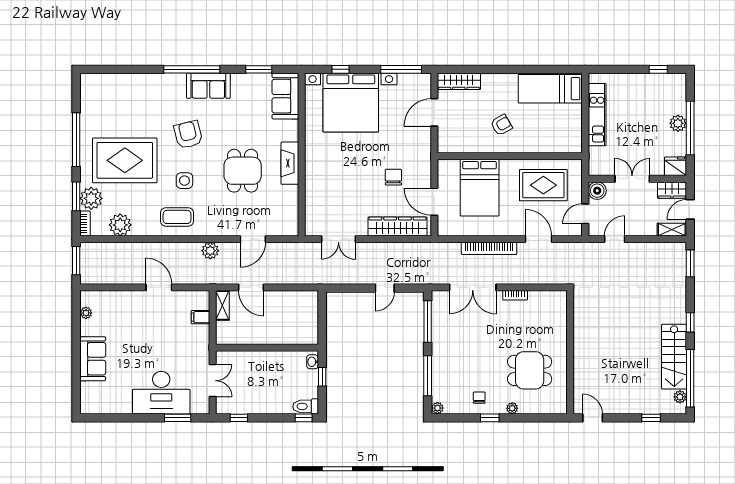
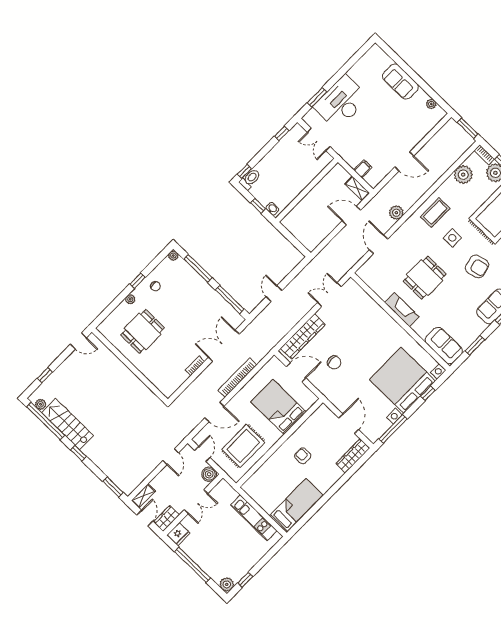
plant: (678, 123) -> (227, 584), moved
armchair: (501, 125) -> (303, 456), turned 120
dining table: (243, 171) -> (425, 278), turned 90

